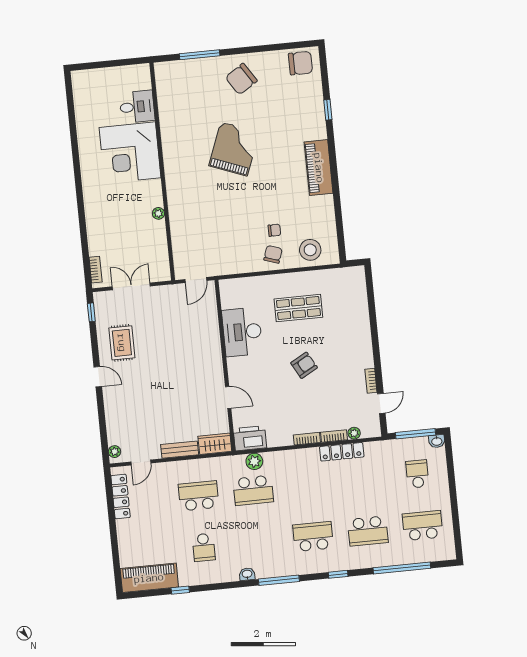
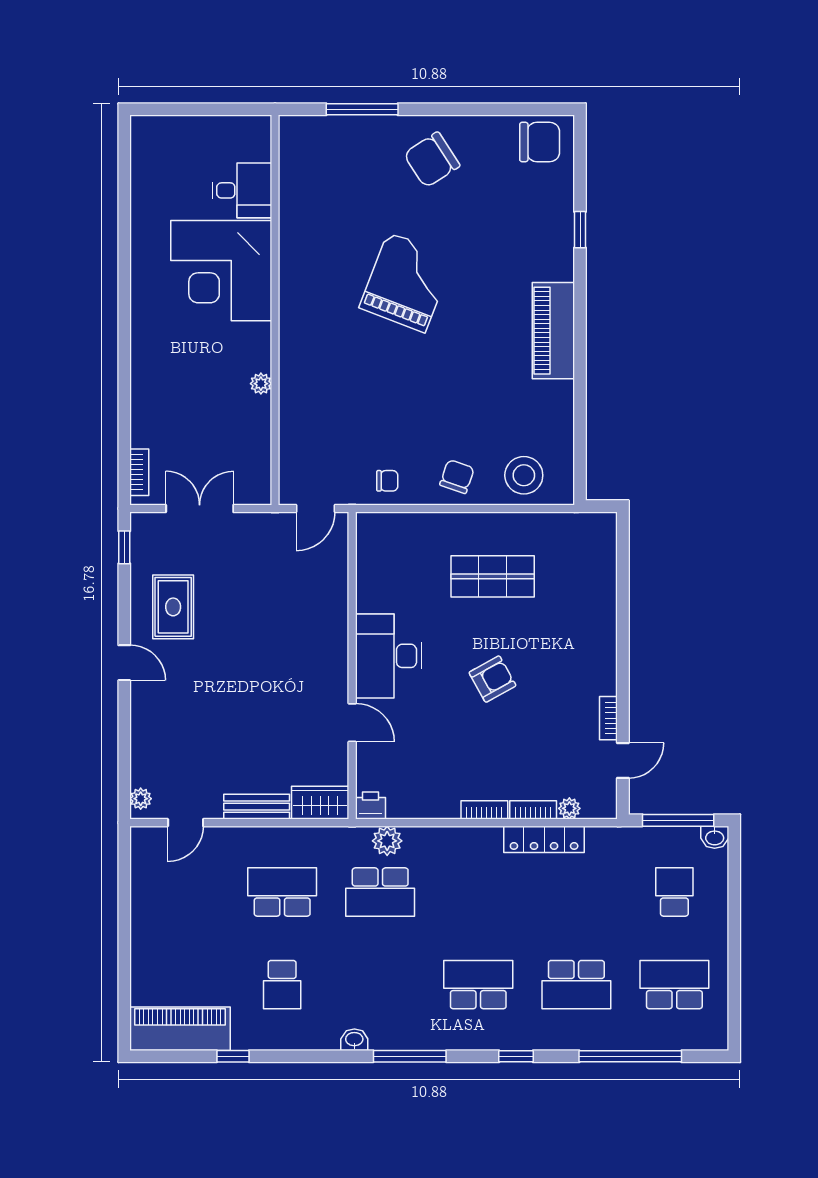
chair: (274, 230) -> (387, 481), moved
desk: (242, 332) -> (389, 656), moved
printer: (250, 438) -> (371, 806), width x0.53, depth x0.68
locker: (121, 497) -> (143, 880), removed

